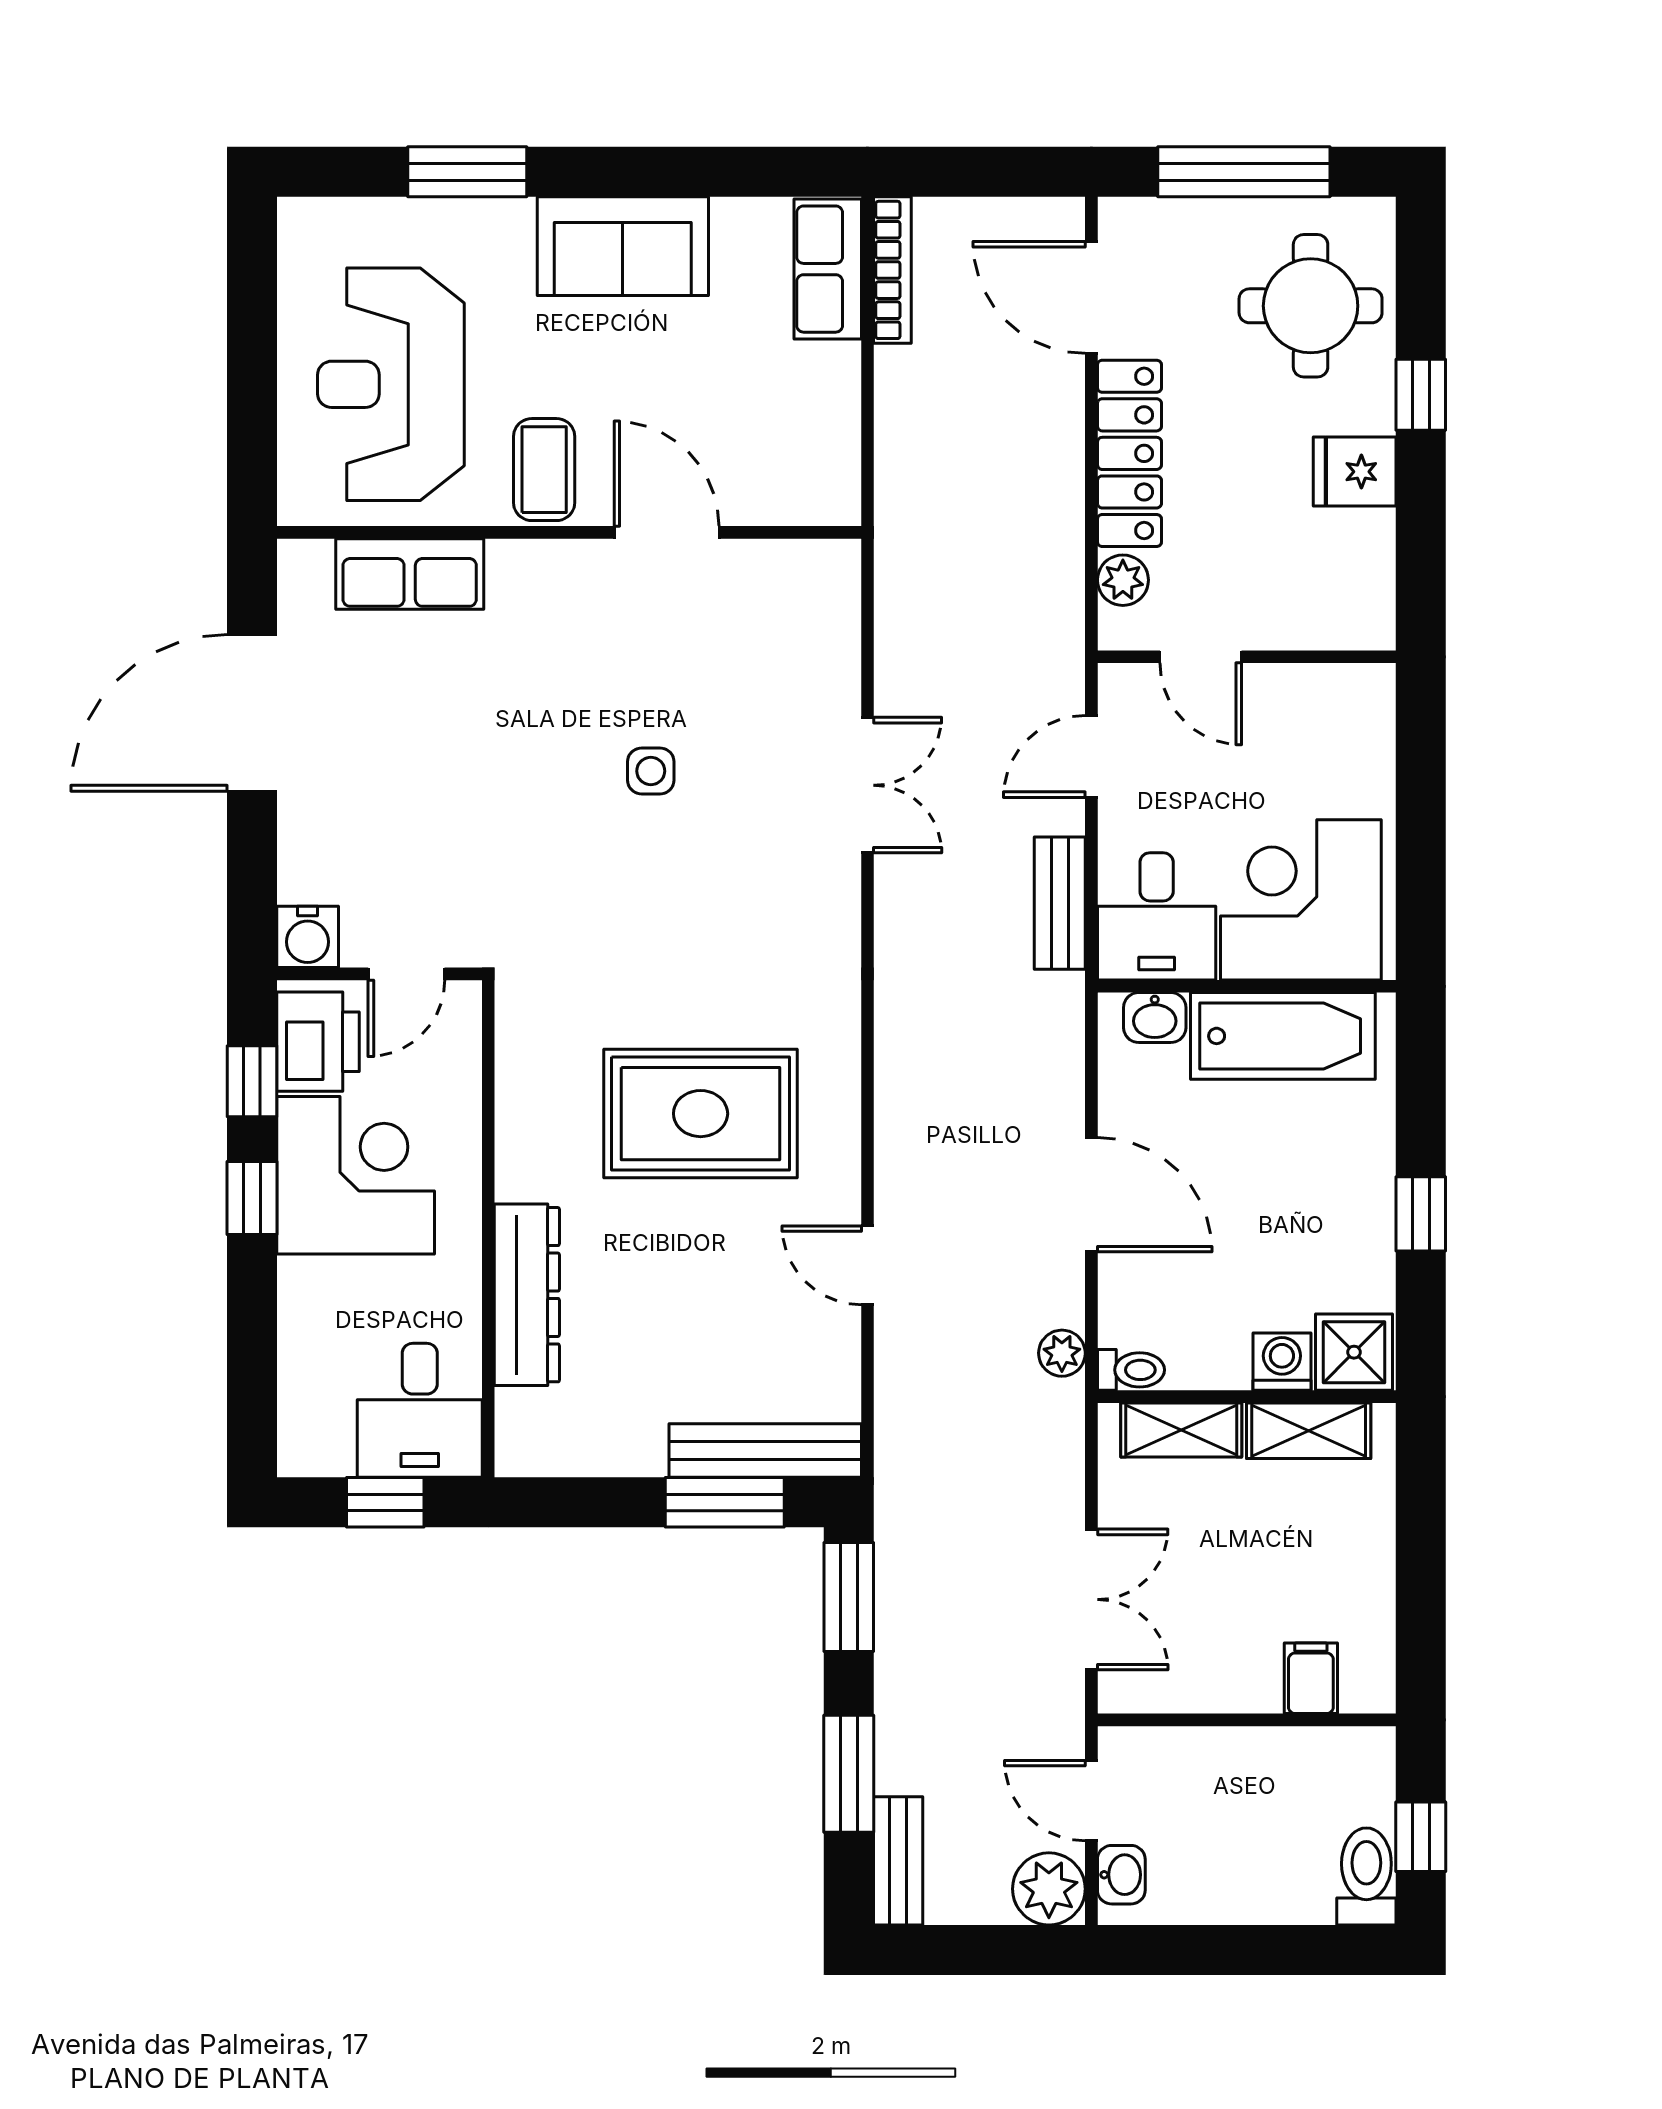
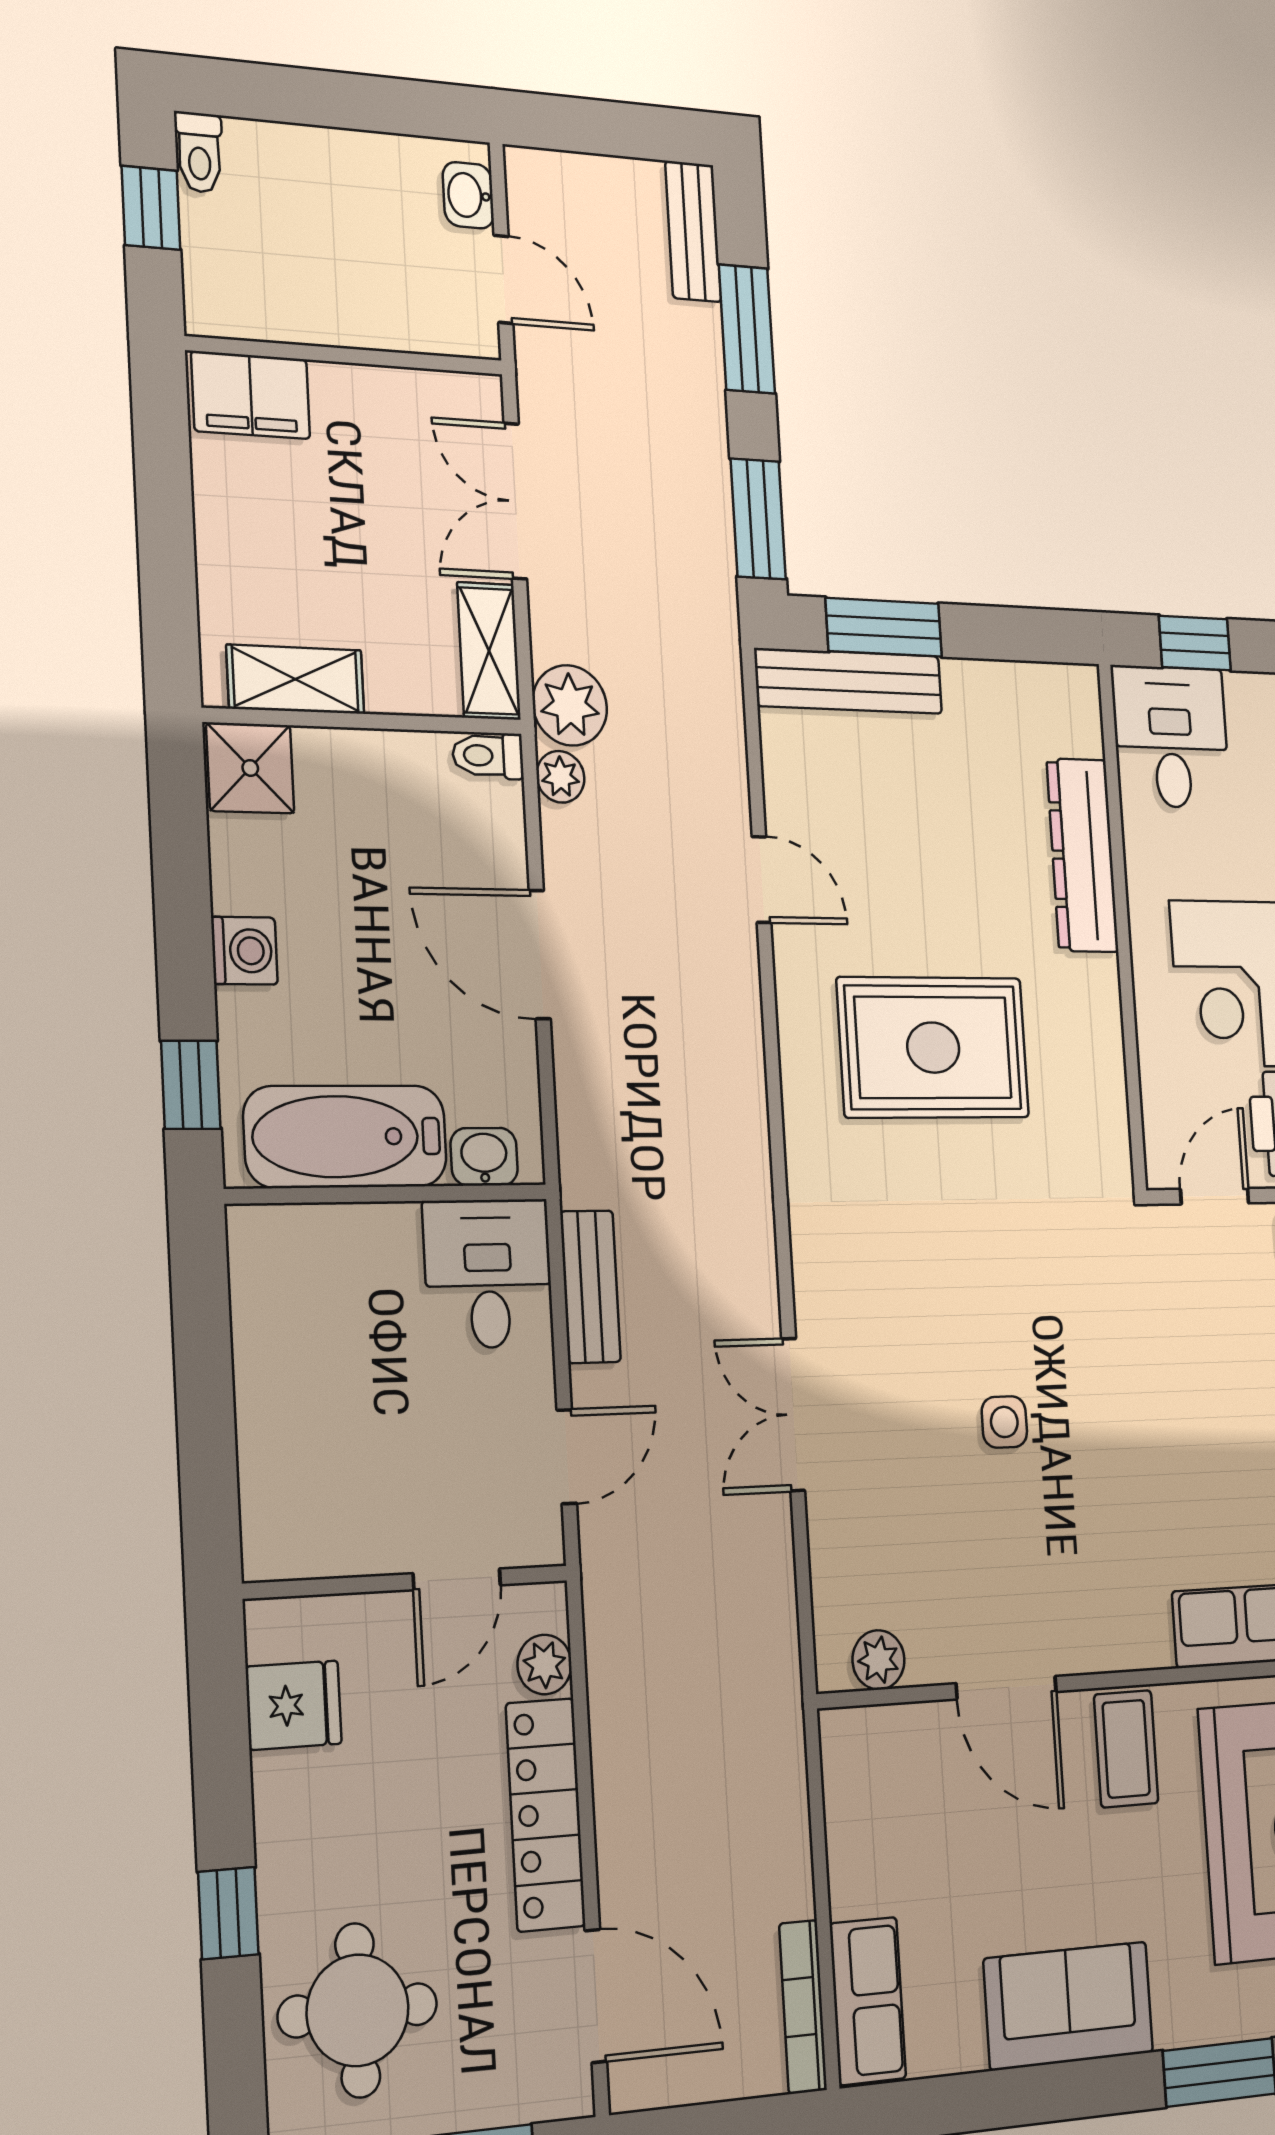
fridge: (1355, 472) -> (294, 1705), moved
plant: (796, 565) -> (879, 1660), added
door: (1201, 657) -> (457, 1579), swing flipped
corner desk: (1301, 900) -> (334, 1297), removed
window: (1421, 1214) -> (191, 1085), moved
washing machine: (1282, 1362) -> (244, 951), moved, turned -90
shelving: (1181, 1430) -> (489, 651), moved, turned 90
filing cabinet: (1311, 1678) -> (251, 395), width x2.00
toilet: (1366, 1876) -> (199, 152), width x0.73, depth x0.72
plant: (1049, 1889) -> (570, 705), moved

